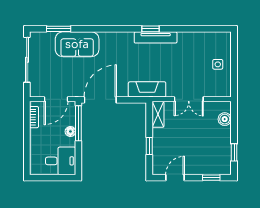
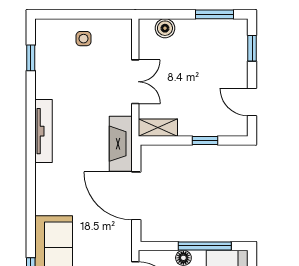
window: (151, 29) -> (31, 58), moved
door: (100, 100) -> (136, 196), moved
window: (78, 123) -> (205, 246), moved
window: (234, 152) -> (215, 14), width x1.50

